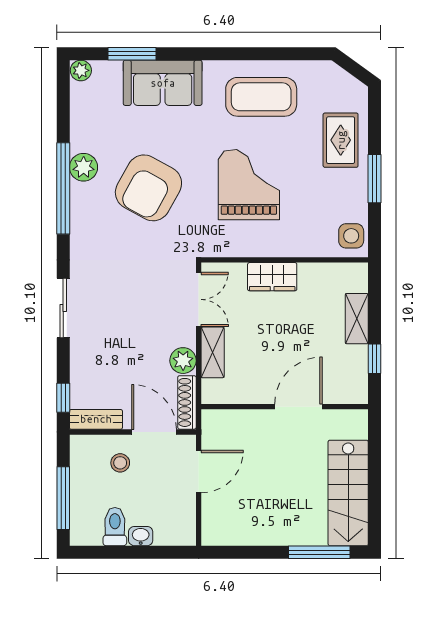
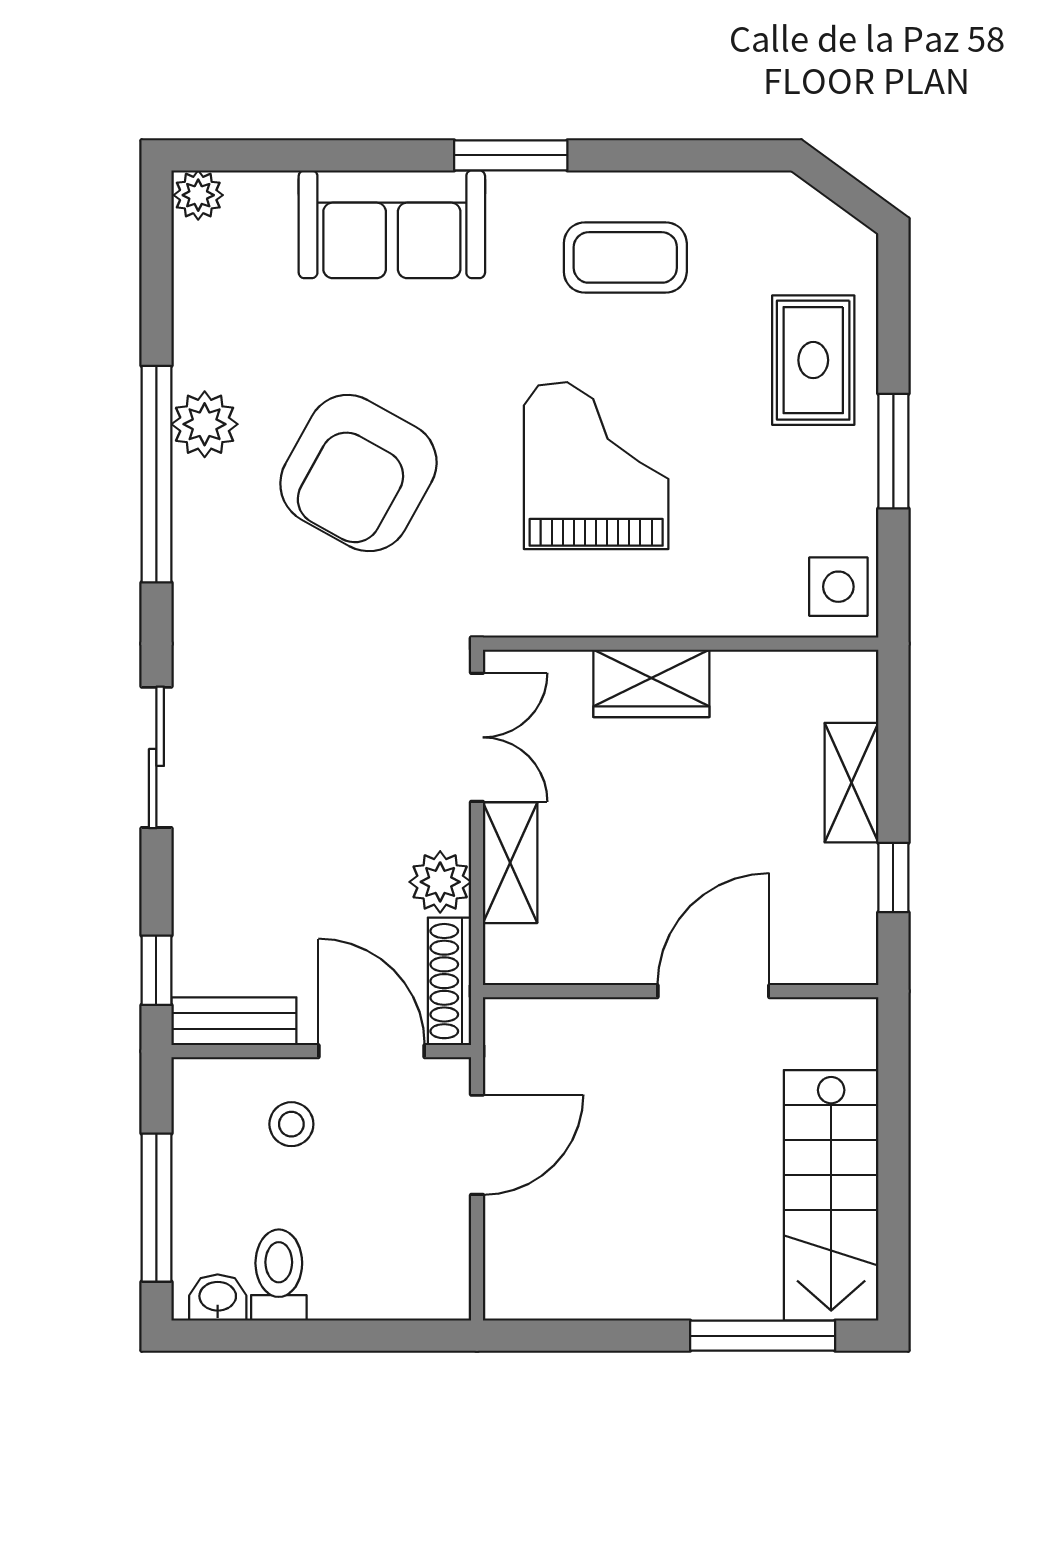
window: (132, 54) -> (511, 155), moved
coffee table: (261, 97) -> (625, 257), width x0.73, depth x0.76
washbasin: (141, 536) -> (218, 1298), moved

